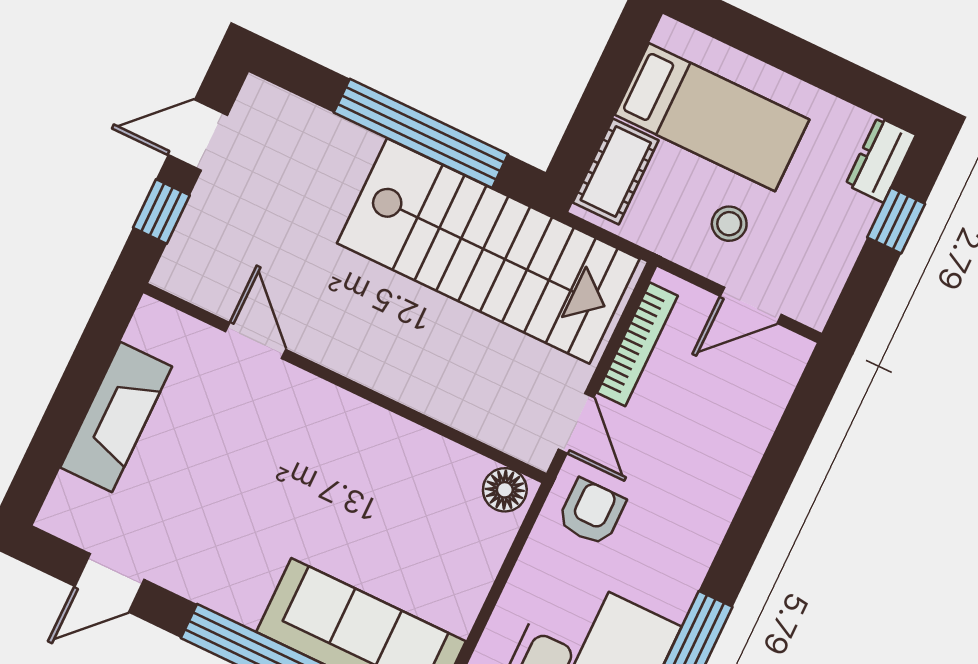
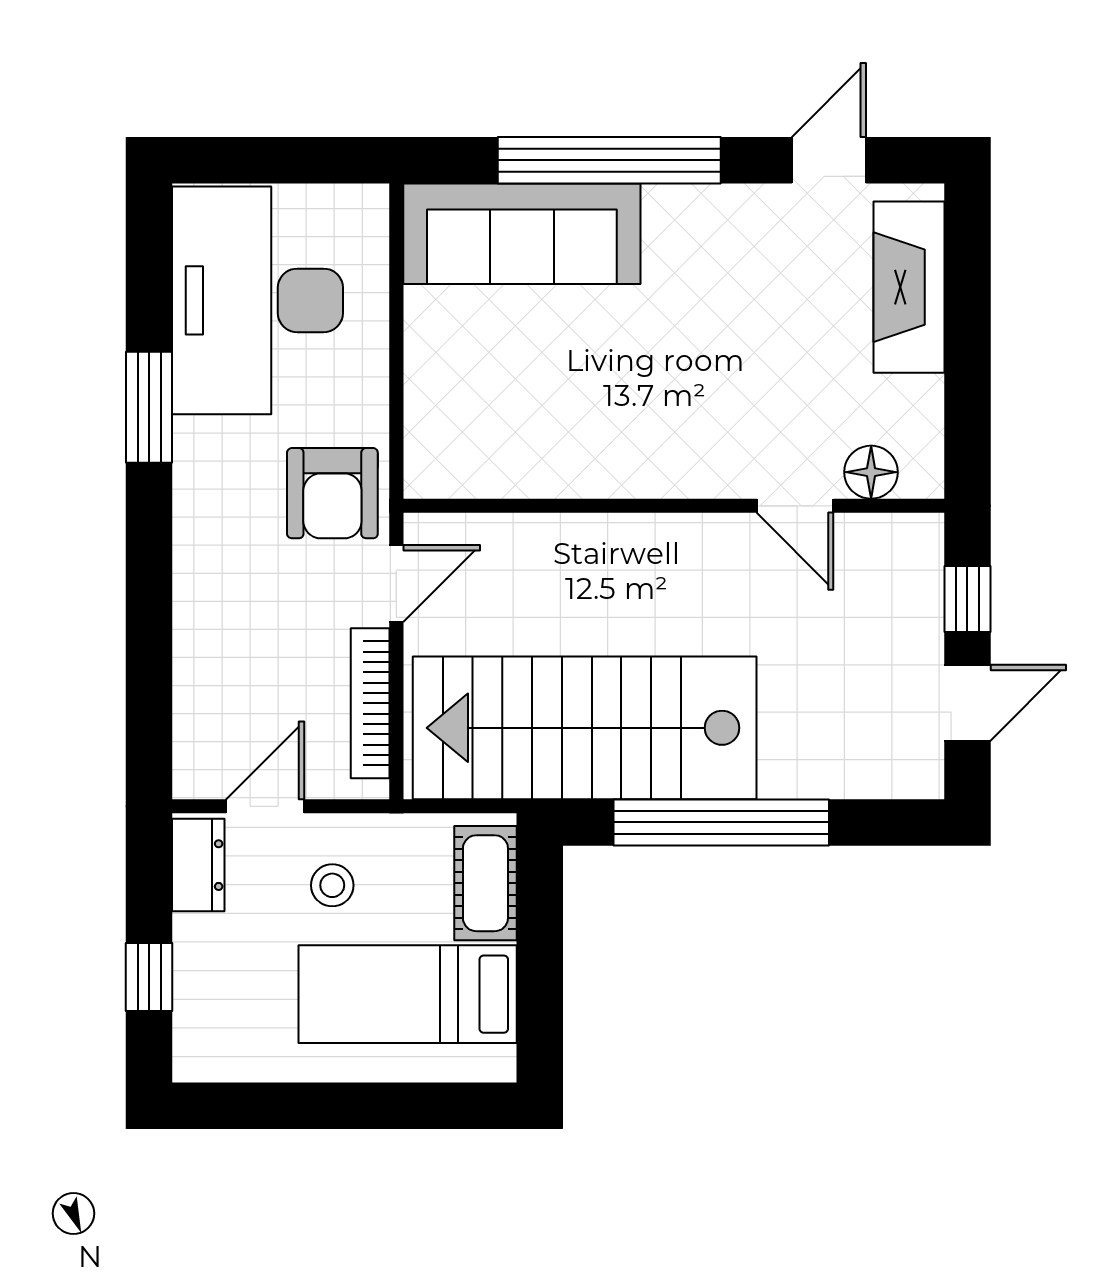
dresser: (881, 160) -> (198, 865), moved
fireplace: (116, 417) -> (909, 287), moved
door: (576, 423) -> (396, 583), swing flipped
floor lamp: (505, 490) -> (871, 472), moved
armchair: (591, 512) -> (332, 493), width x1.38, depth x1.38

